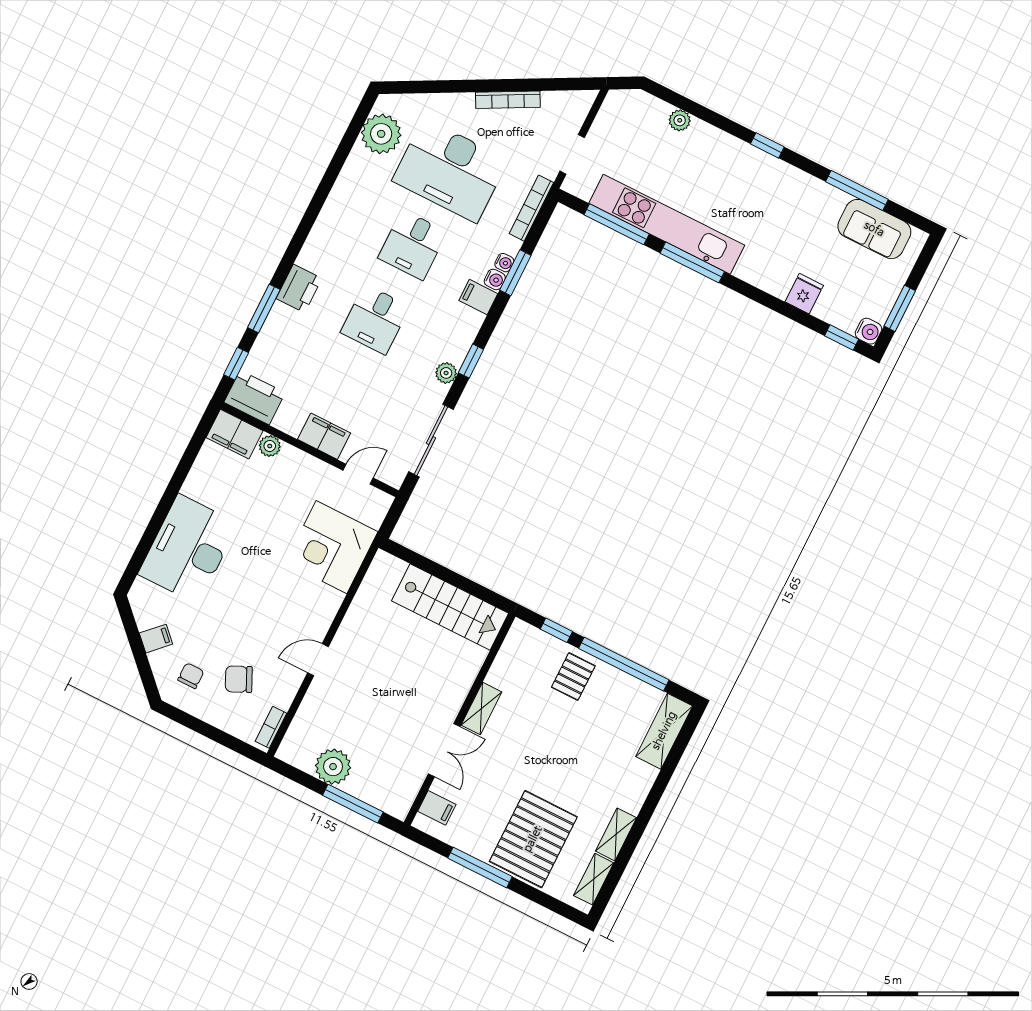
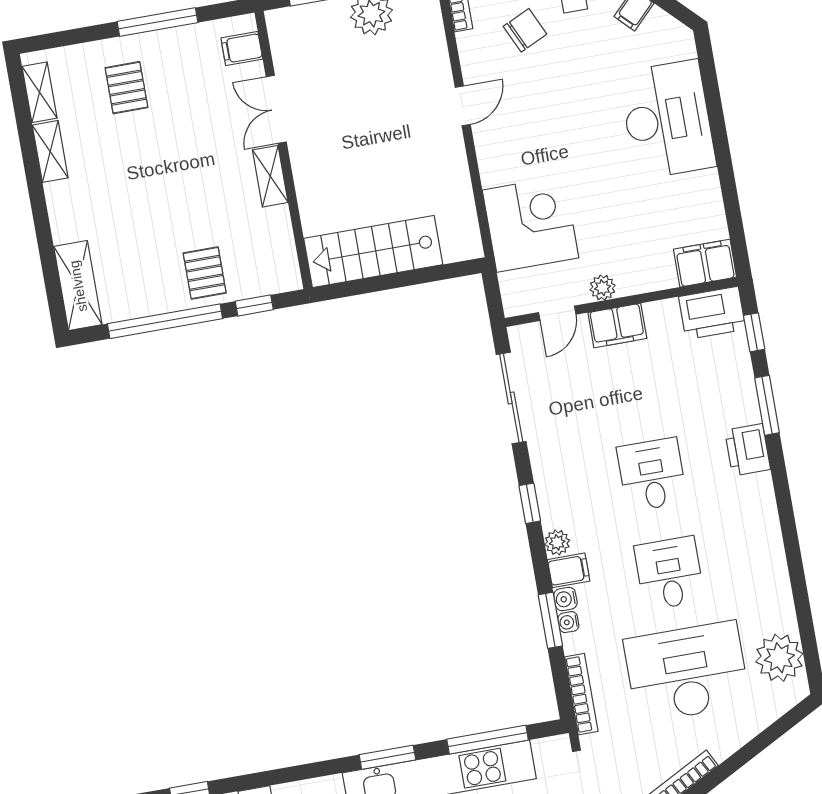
window: (692, 262) -> (387, 757), width x0.69
plant: (446, 373) -> (557, 542), moved
plant: (270, 446) -> (603, 288), moved
pallet: (533, 839) -> (126, 88), width x0.49, depth x0.50

